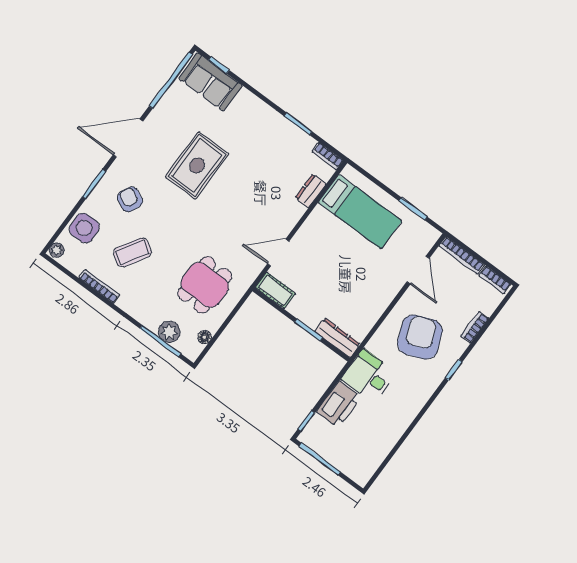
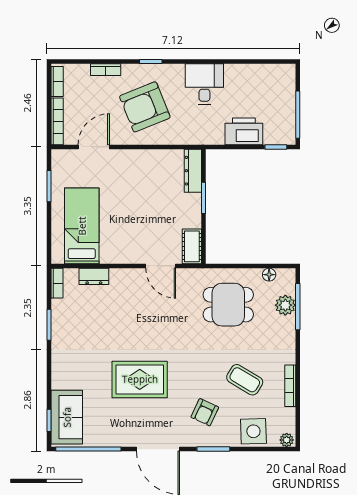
desk: (369, 376) -> (204, 84), moved, turned 180

